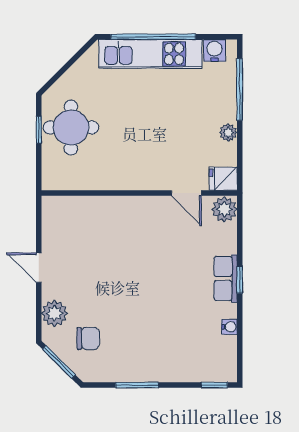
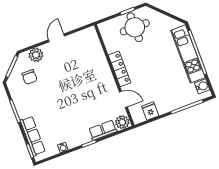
plant: (228, 133) -> (163, 109), removed
fridge: (223, 179) -> (150, 111), moved
locker: (132, 180) -> (119, 69), added
door: (186, 193) -> (123, 99), swing flipped
row of seats: (226, 279) -> (103, 130), moved
row of seats: (191, 371) -> (33, 136), added

